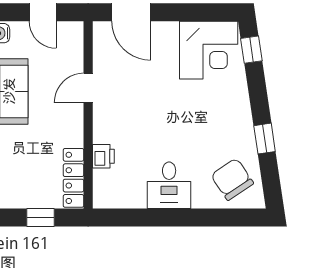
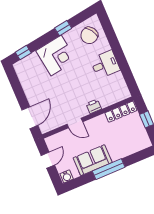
corner desk: (209, 50) -> (56, 56), moved, turned 82
printer: (103, 156) -> (94, 106), moved

